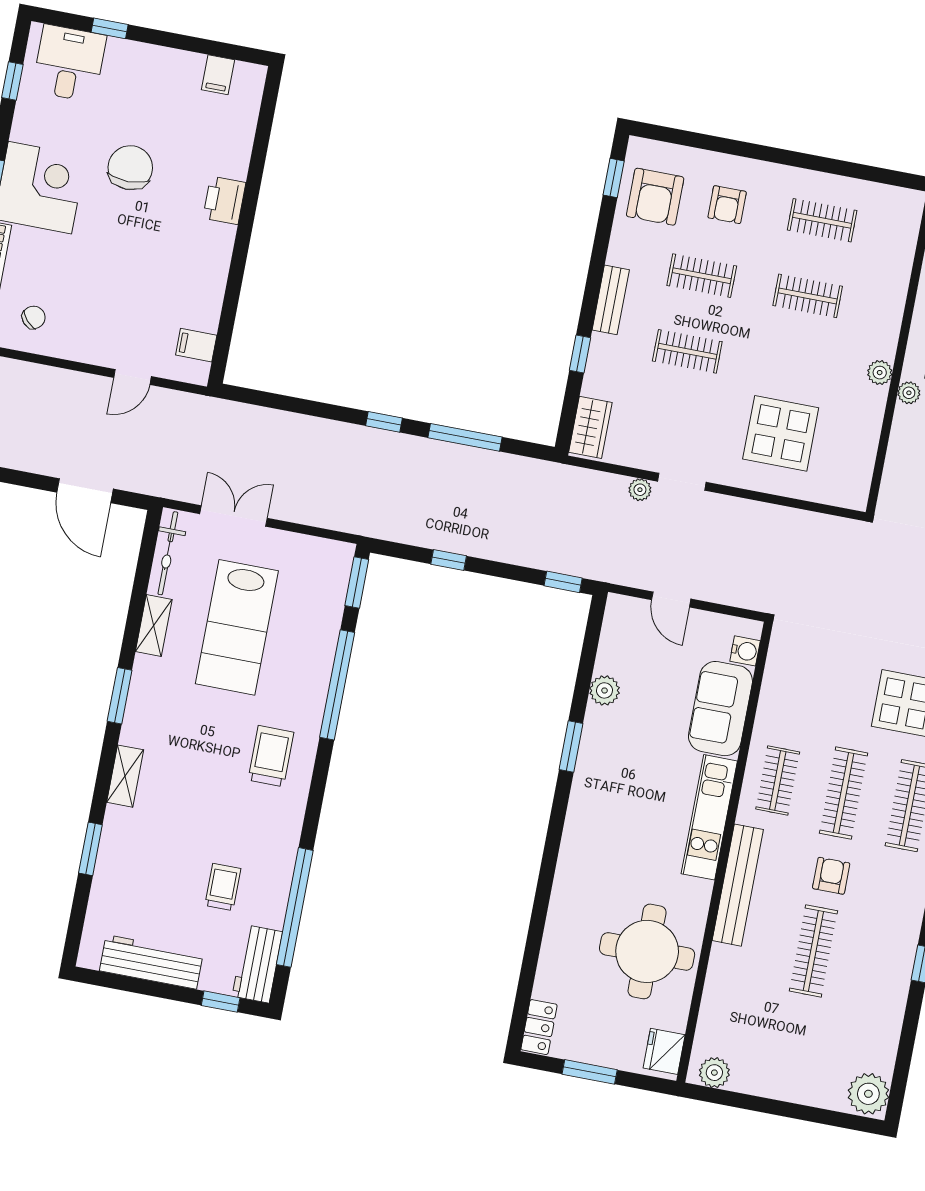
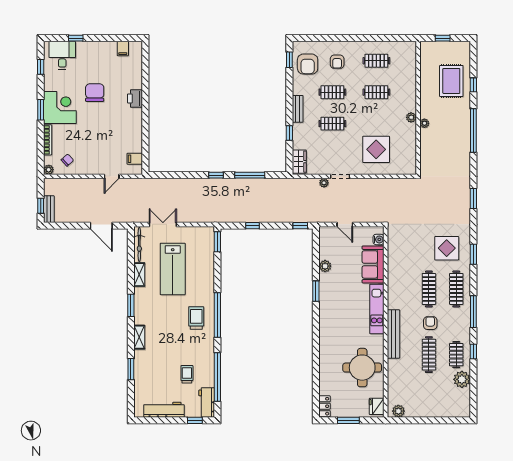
window: (337, 685) -> (217, 315), moved
clothes rail: (778, 781) -> (456, 355), moved
plant: (868, 1094) -> (462, 379), moved

